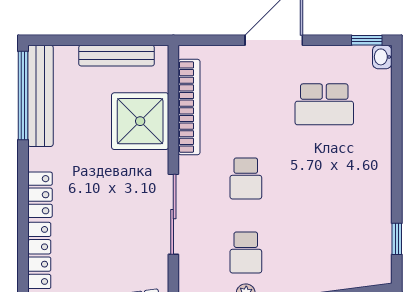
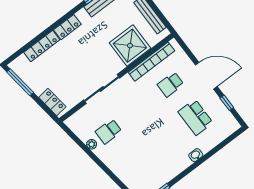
window: (367, 40) -> (227, 103), moved
washbasin: (382, 57) -> (196, 155), moved
school desk: (246, 178) -> (171, 84), moved

